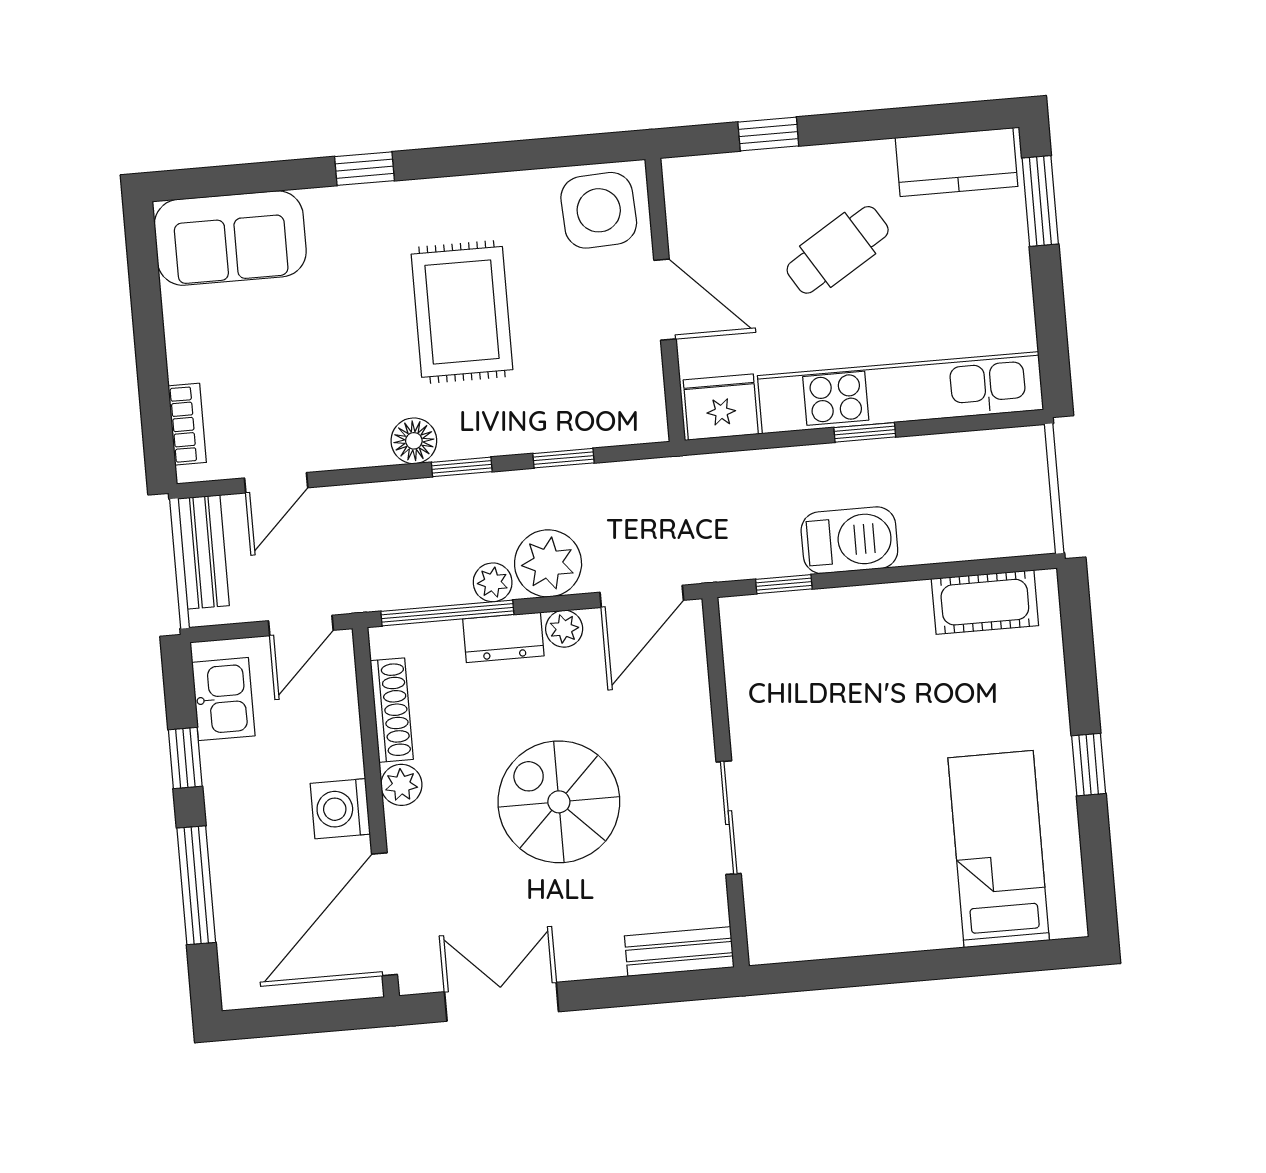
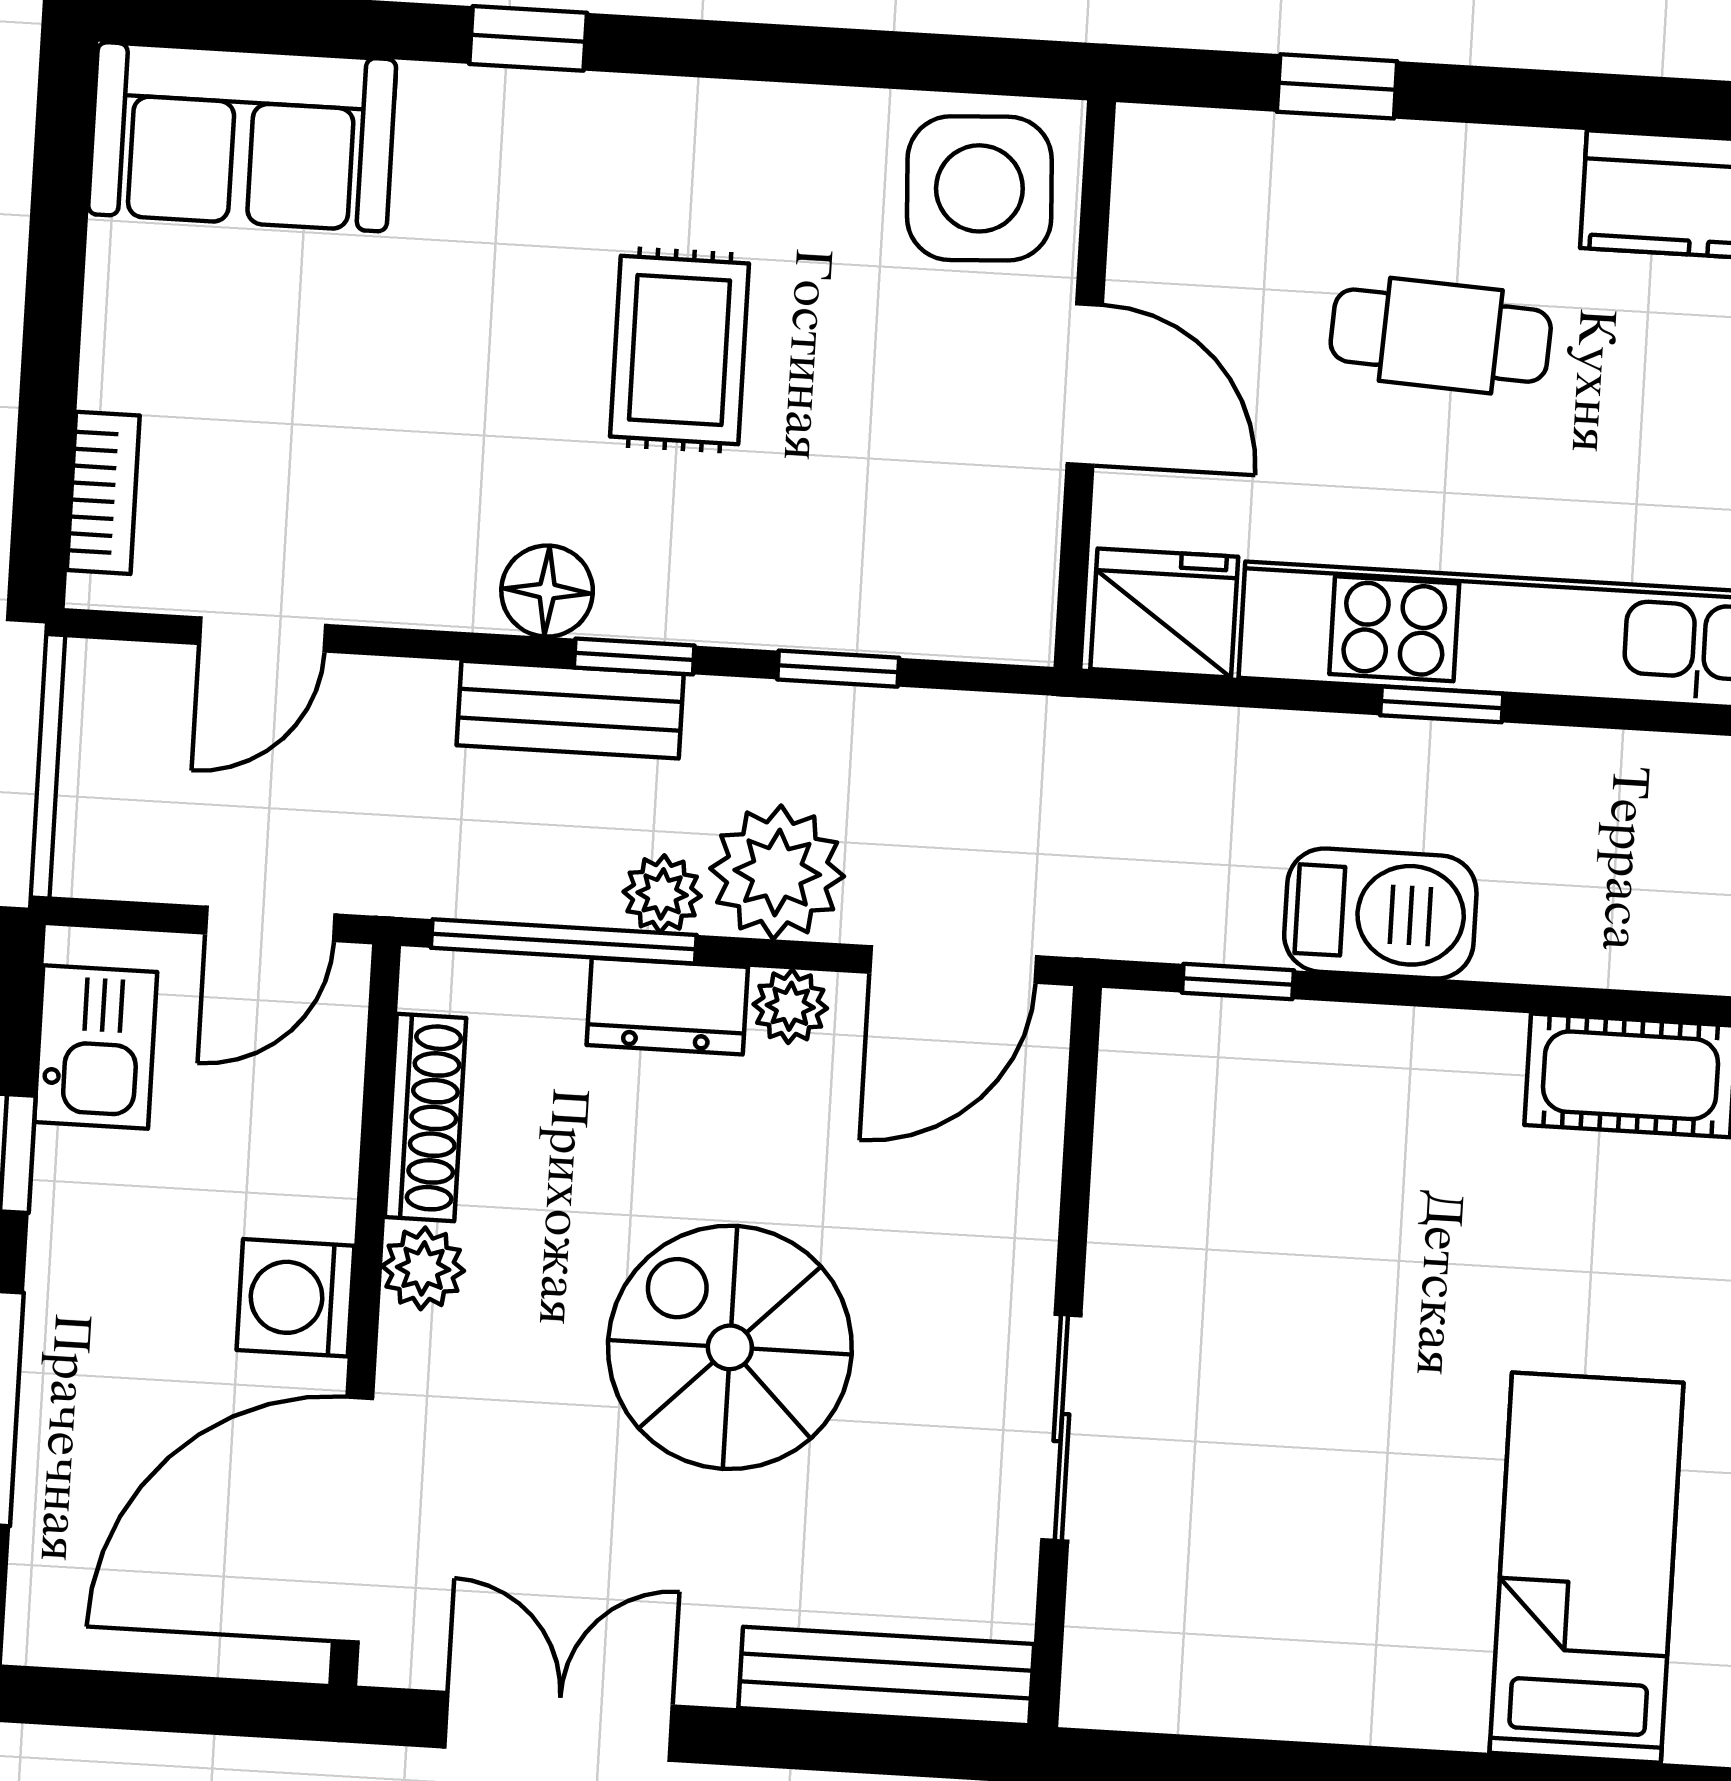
cafe table: (838, 250) -> (1441, 336), turned 35
rug: (462, 312) -> (680, 350), width x0.73, depth x0.70
bench: (203, 552) -> (570, 710), moved, turned 90
bench: (679, 952) -> (886, 1676), width x1.36

